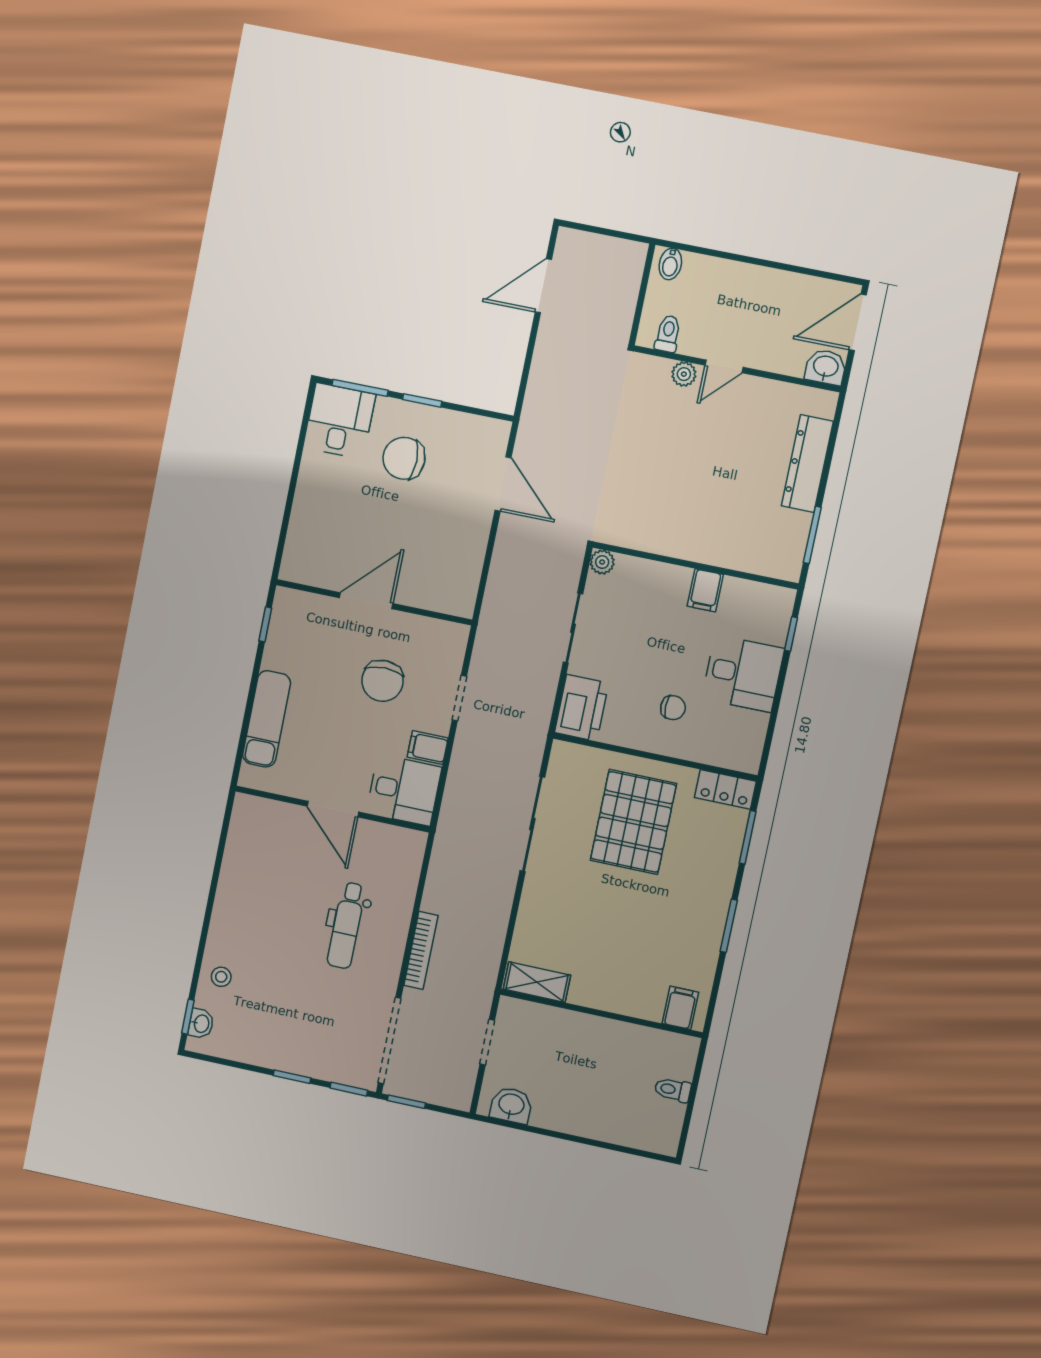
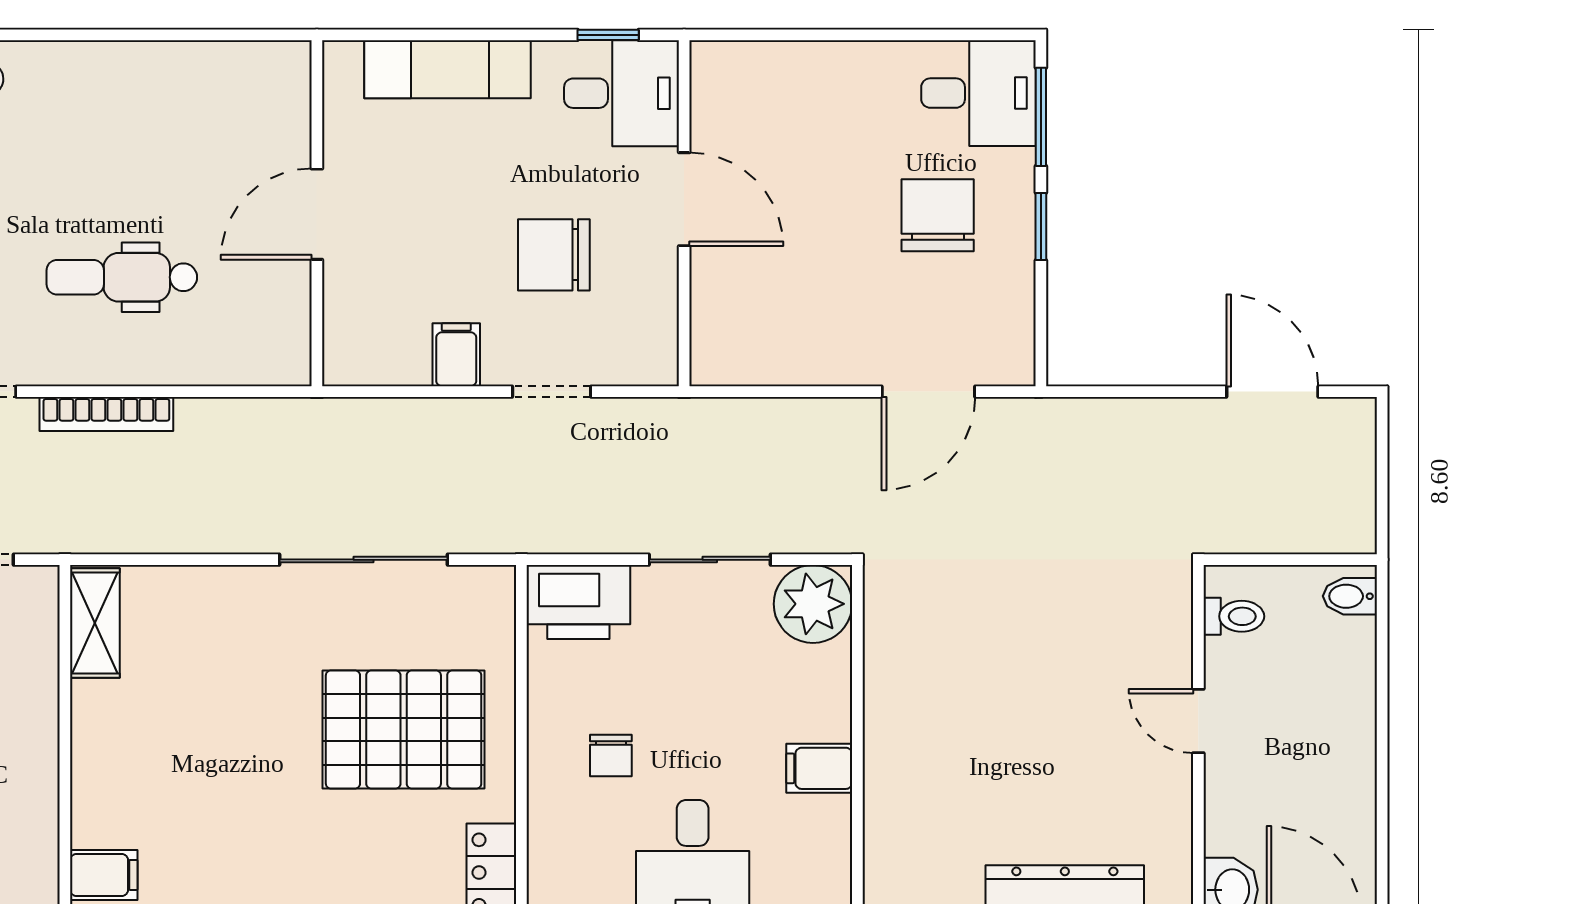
plant: (684, 374) -> (1172, 657), removed
plant: (602, 562) -> (813, 604), width x1.87, depth x1.87
desk: (404, 790) -> (622, 93), moved, turned -90

